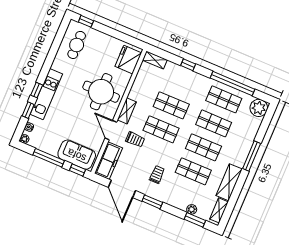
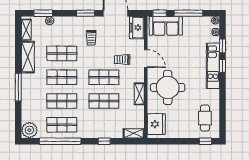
shelving: (127, 111) -> (139, 94), moved
freezer: (108, 161) -> (137, 28), width x0.71

